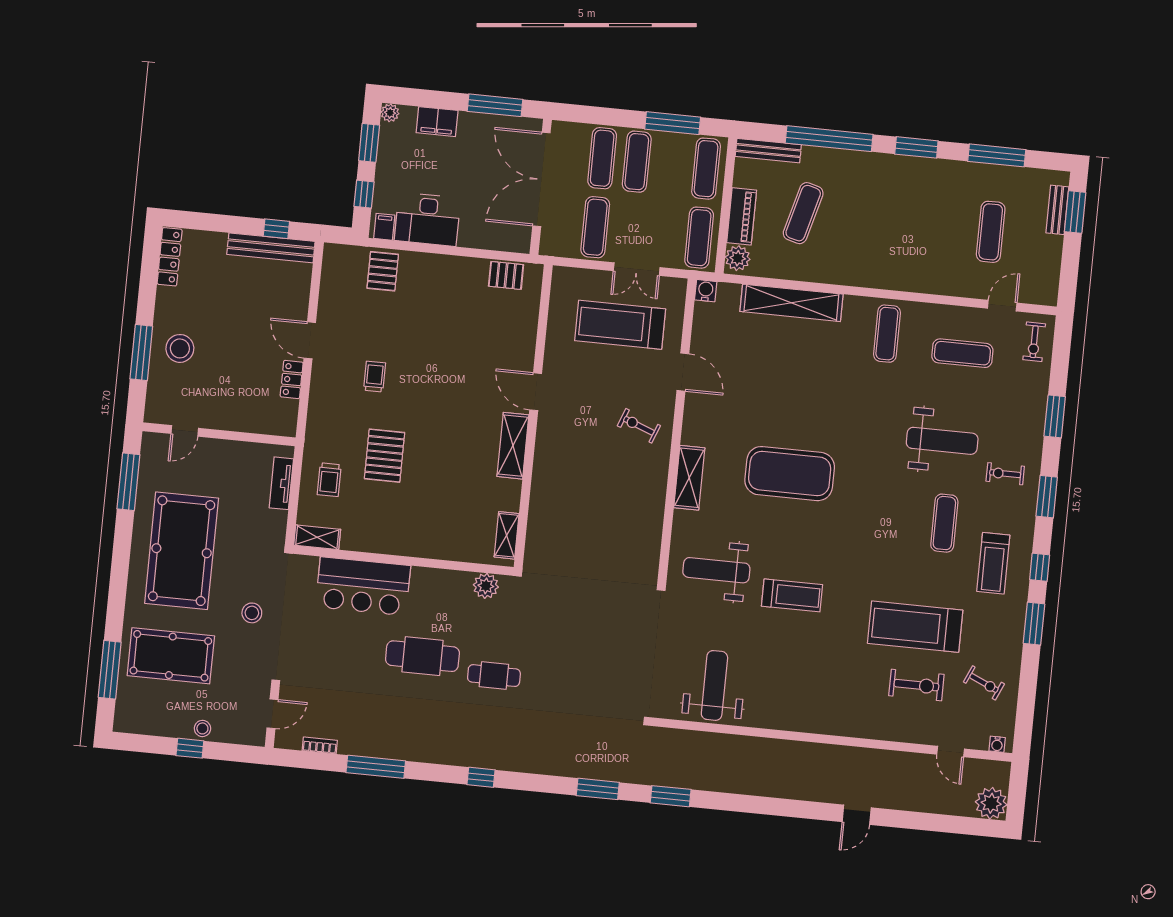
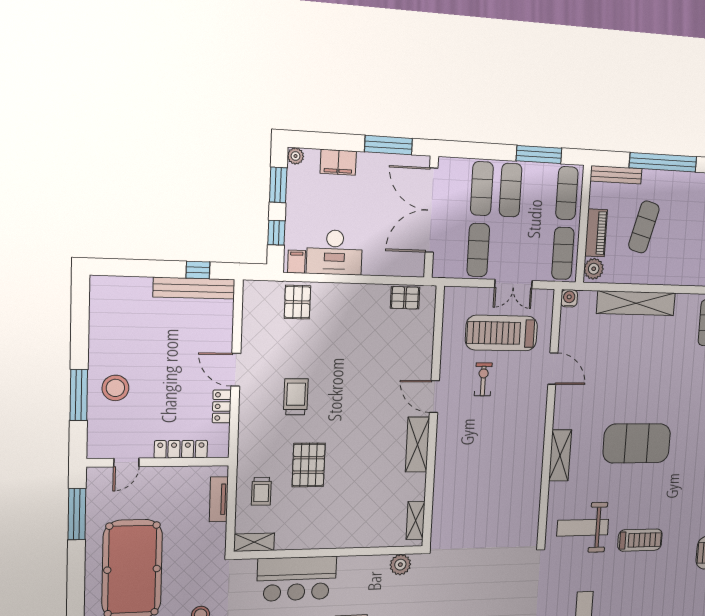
locker: (170, 257) -> (181, 449), moved, turned -90
trolley: (375, 377) -> (296, 397), width x1.36, depth x1.39
exercise bike: (639, 426) -> (483, 379), moved, turned 69

